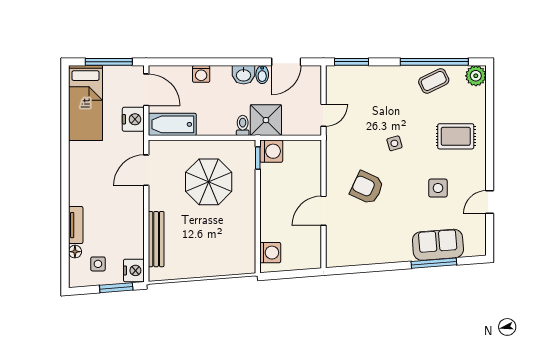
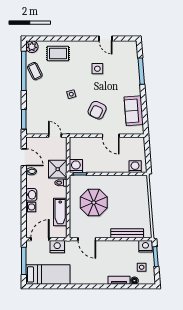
washbasin: (244, 75) -> (31, 195), moved
bathtub: (172, 124) -> (60, 212), moved
rug: (456, 136) -> (58, 53), moved, turned 90
sofa: (438, 245) -> (134, 111), moved

